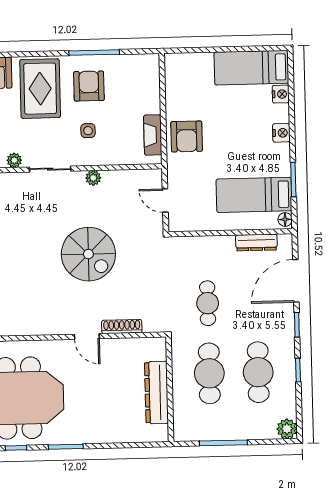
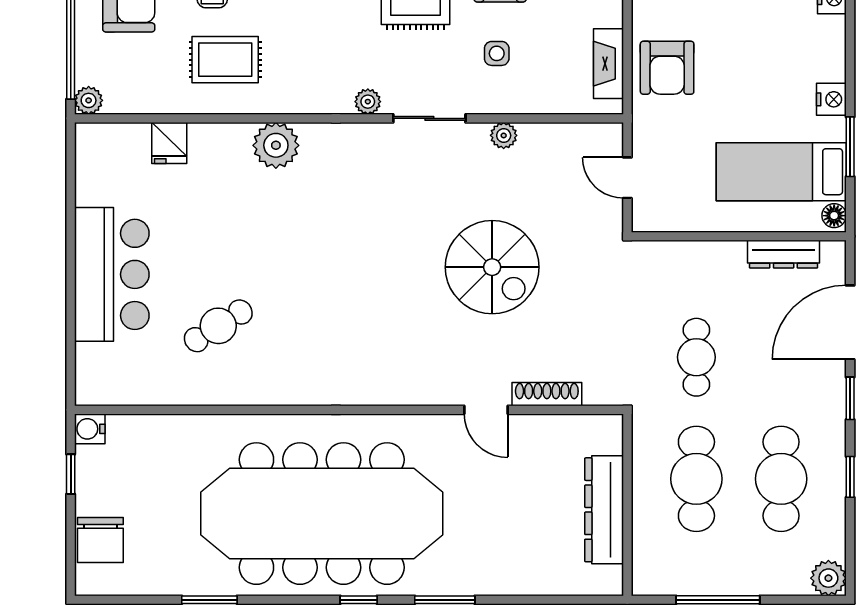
nightstand: (281, 133) -> (831, 99), moved

